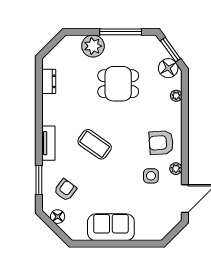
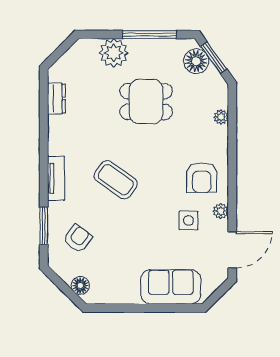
floor lamp: (168, 68) -> (196, 61), moved
armchair: (161, 143) -> (202, 178), turned -86
floor lamp: (58, 217) -> (80, 286), moved
sofa: (111, 227) -> (171, 287), moved

